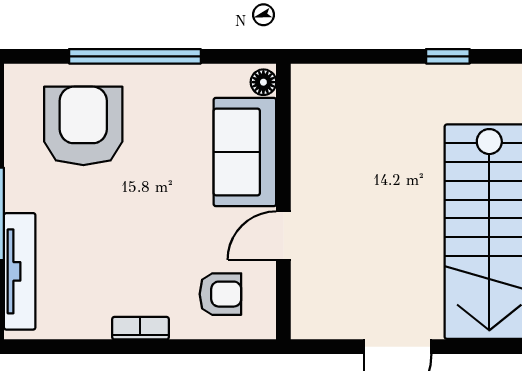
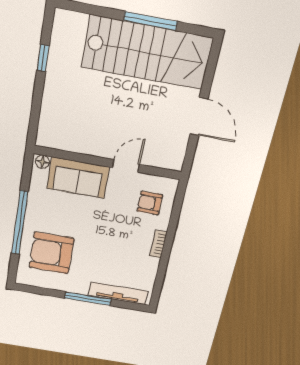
door: (283, 236) -> (126, 166), swing flipped
armchair: (220, 294) -> (150, 203), turned -90

